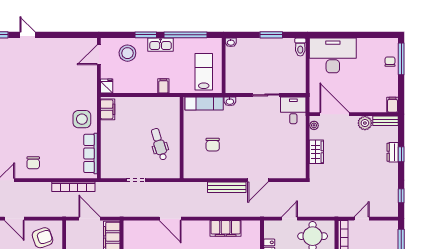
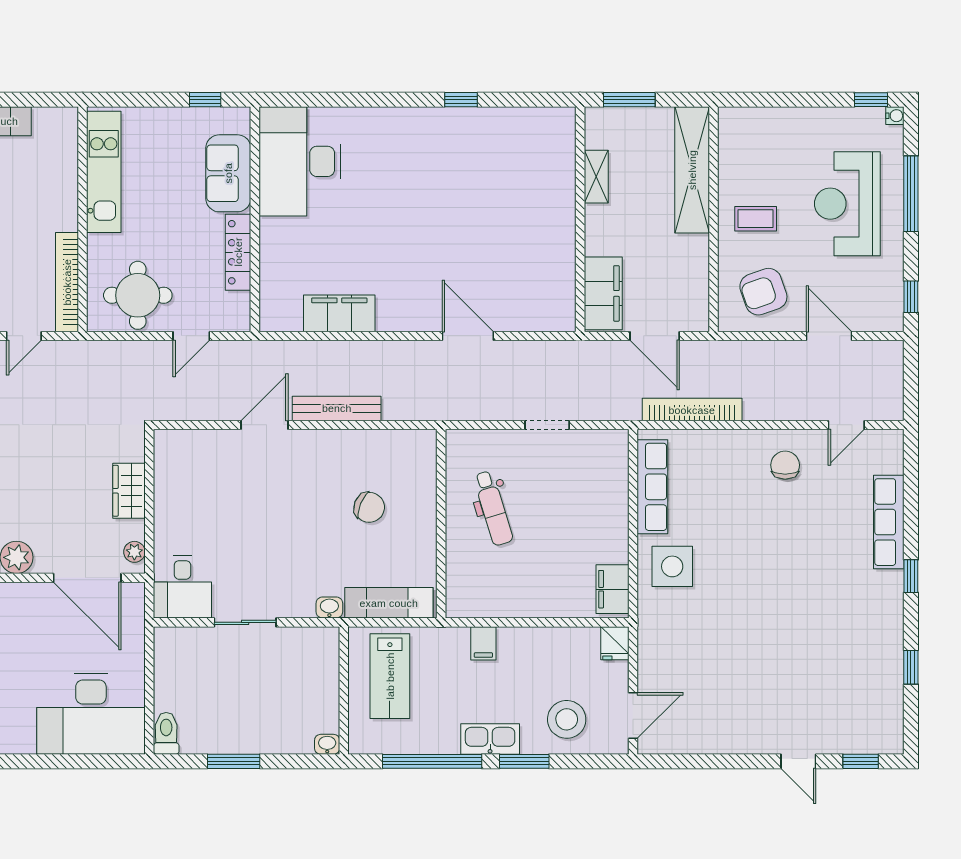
chair: (213, 145) -> (369, 507), turned 112

